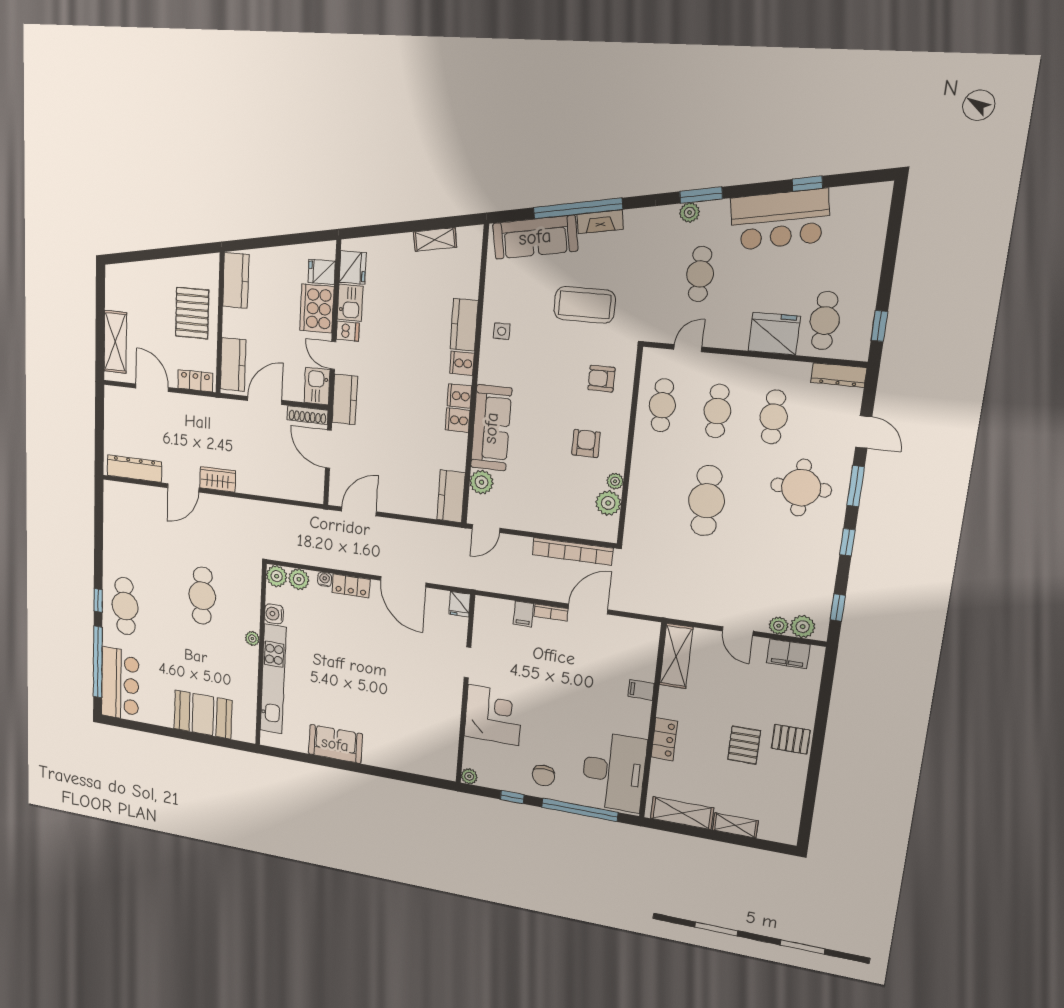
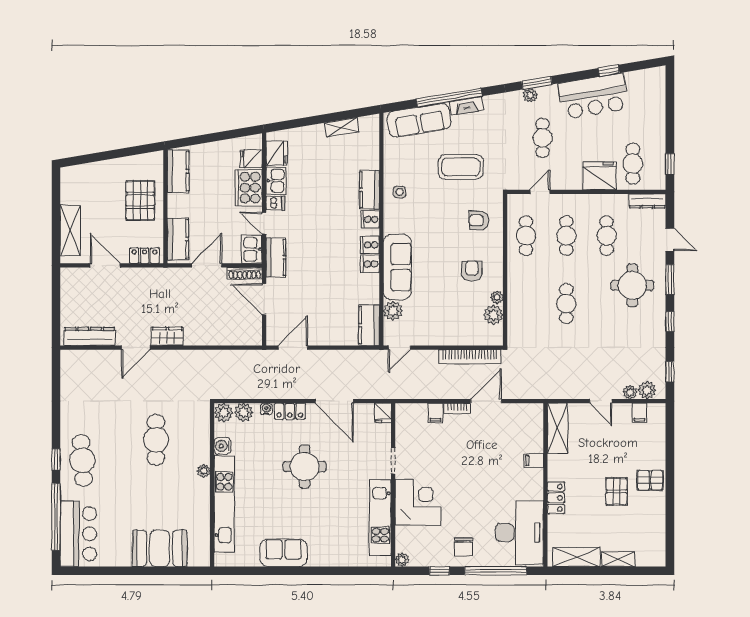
cafe table: (707, 501) -> (566, 304), width x0.73, depth x0.74
round table: (364, 652) -> (305, 467), added
filing cabinet: (788, 654) -> (640, 413), width x0.50
kitchen unit: (448, 725) -> (380, 518), added

